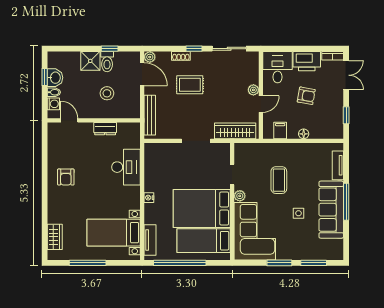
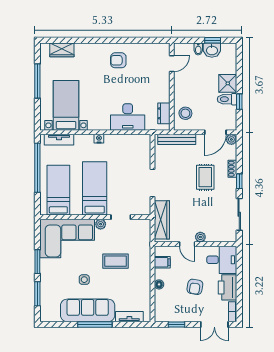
stool: (107, 93) -> (185, 113), moved
washing machine: (53, 104) -> (187, 49), removed
dresser: (105, 129) -> (164, 113), moved
bed: (202, 208) -> (95, 188), width x0.67

